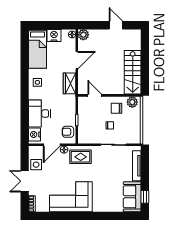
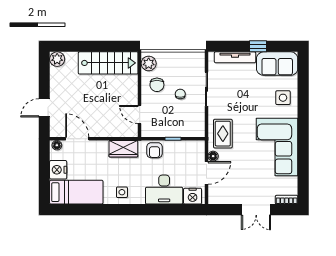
door: (116, 25) -> (44, 108), moved
plant: (83, 35) -> (57, 59), moved
door: (77, 60) -> (77, 139), moved
door: (95, 95) -> (140, 114), hinge flipped
armchair: (68, 132) -> (155, 150), moved
door: (52, 145) -> (206, 173), hinge flipped
side table: (36, 165) -> (283, 98), moved
window: (145, 197) -> (258, 46), moved

